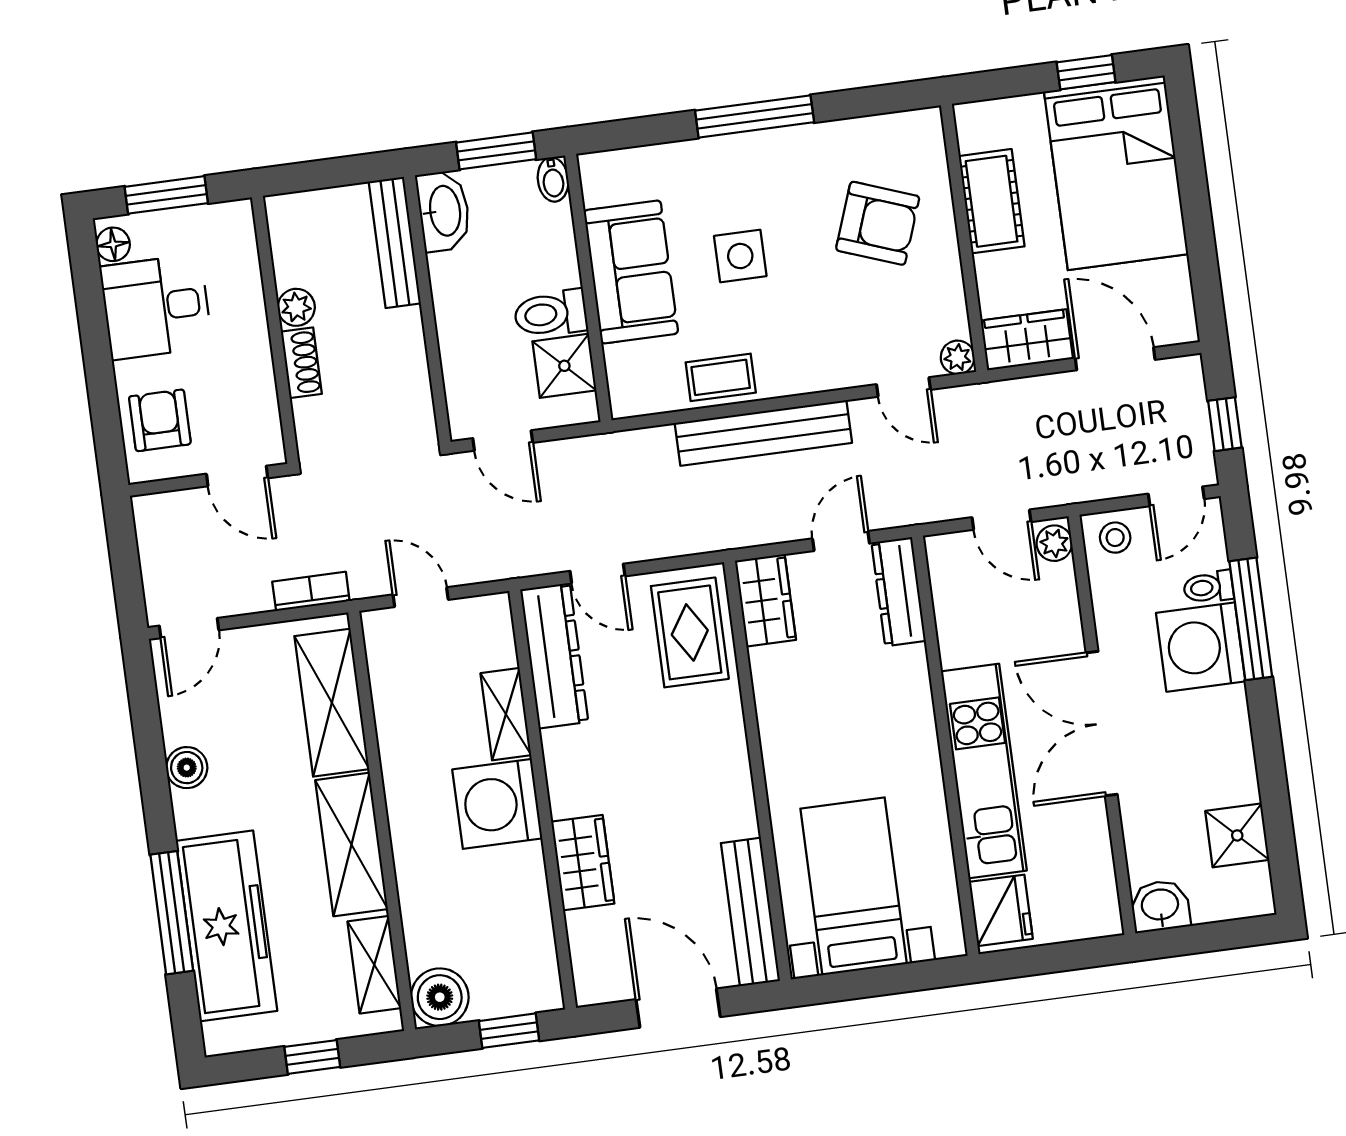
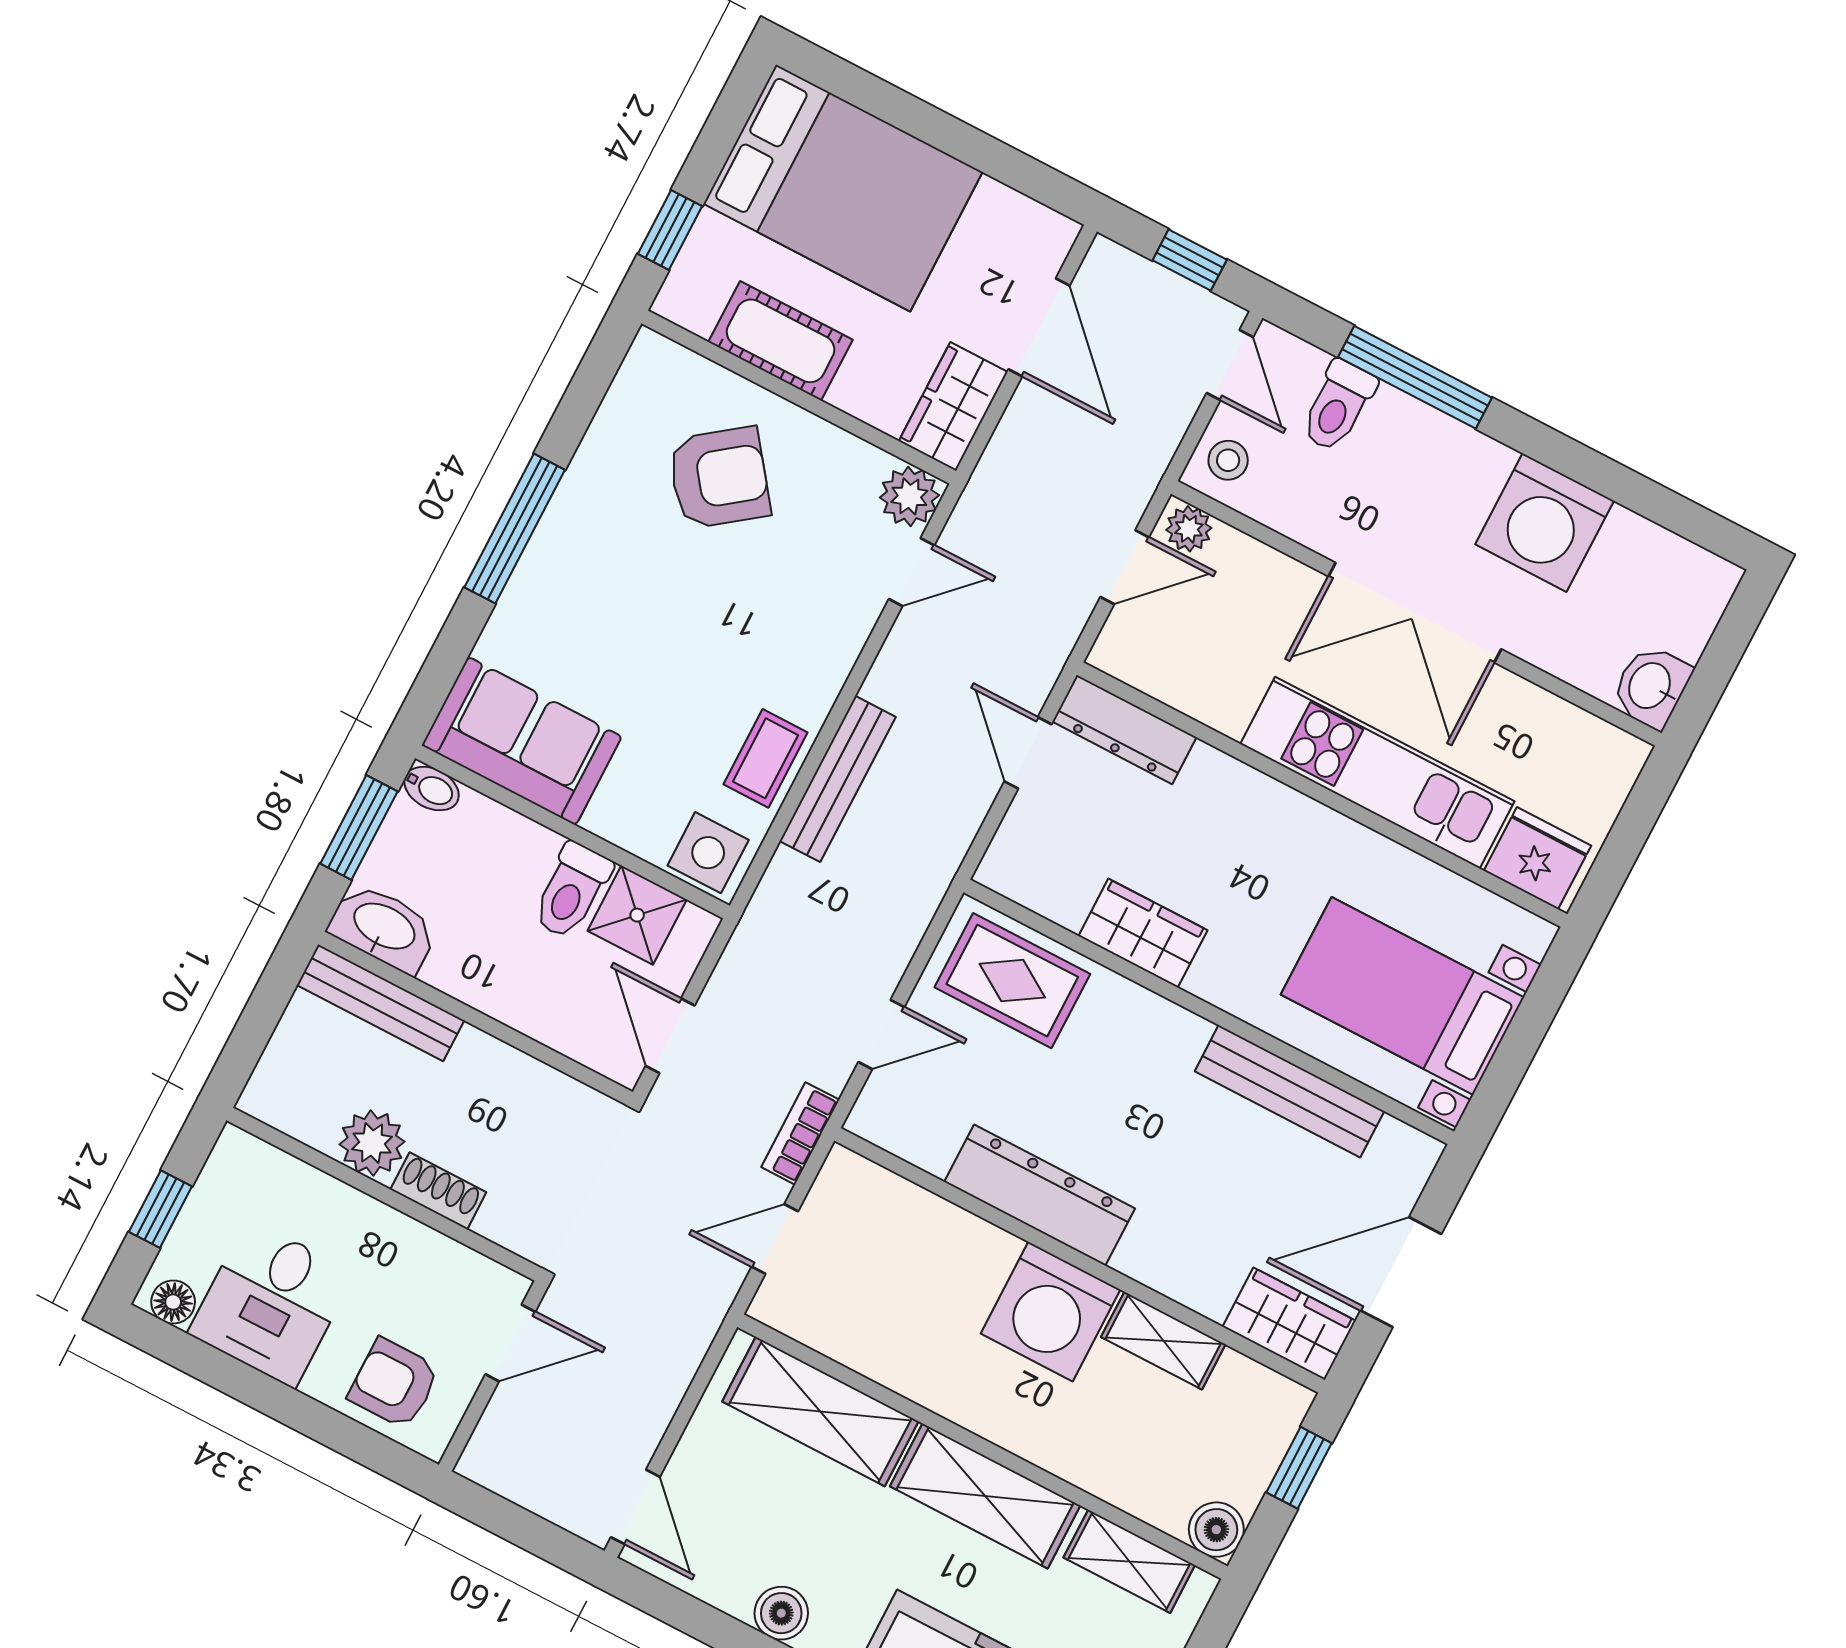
window: (1086, 72) -> (670, 230), moved
window: (166, 195) -> (160, 1209), width x0.67
armchair: (878, 223) -> (719, 478), turned 33
side table: (740, 256) -> (708, 853), moved
sofa: (631, 272) -> (522, 741), moved
plant: (296, 307) -> (372, 1143), width x1.38, depth x1.38
plant: (958, 357) -> (909, 496), width x1.38, depth x1.38
door: (1115, 359) -> (1039, 327), swing flipped
bench: (763, 433) -> (838, 779), width x0.73, depth x0.82
door: (503, 441) -> (670, 1036), swing flipped
toilet: (1208, 587) -> (1338, 406), width x1.37, depth x1.39
bookcase: (311, 591) -> (800, 1133), moved
wardrobe: (765, 600) -> (1143, 933), moved
washing machine: (1201, 647) -> (1545, 523), moved
dresser: (554, 656) -> (1040, 1195), moved
shelving: (506, 714) -> (1163, 1341), moved
shower: (1237, 835) -> (1634, 553), removed
wardrobe: (583, 863) -> (1289, 1324), moved
bench: (750, 912) -> (1289, 1091), moved
boiler: (440, 997) -> (1216, 1530), width x0.73, depth x0.73

